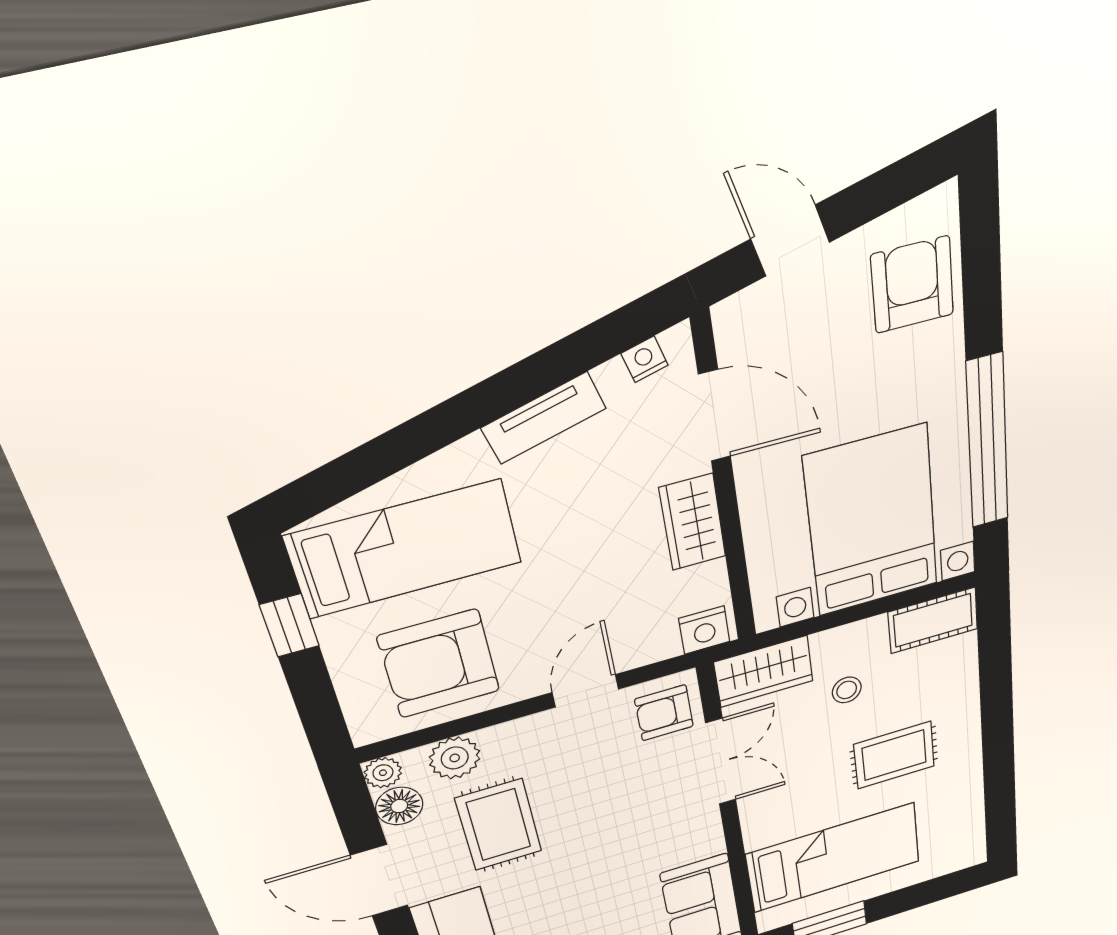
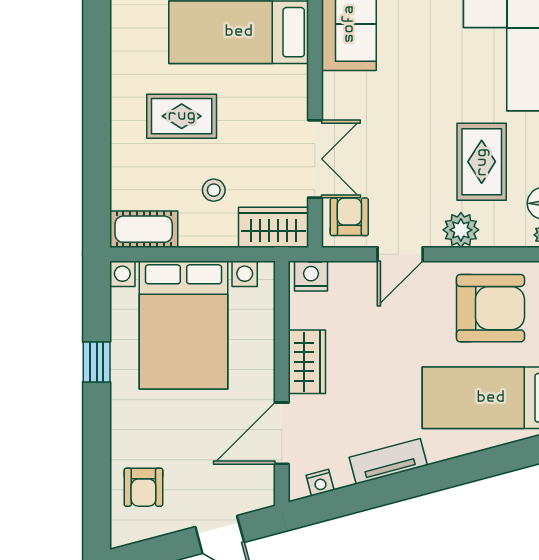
armchair: (912, 285) -> (143, 487), width x0.72, depth x0.72
door: (715, 416) -> (282, 433), hinge flipped
window: (987, 442) -> (97, 362), width x0.32
armchair: (664, 713) -> (349, 217), turned -90
plant: (455, 758) -> (461, 230), moved
double door: (721, 762) -> (315, 159), swing flipped

